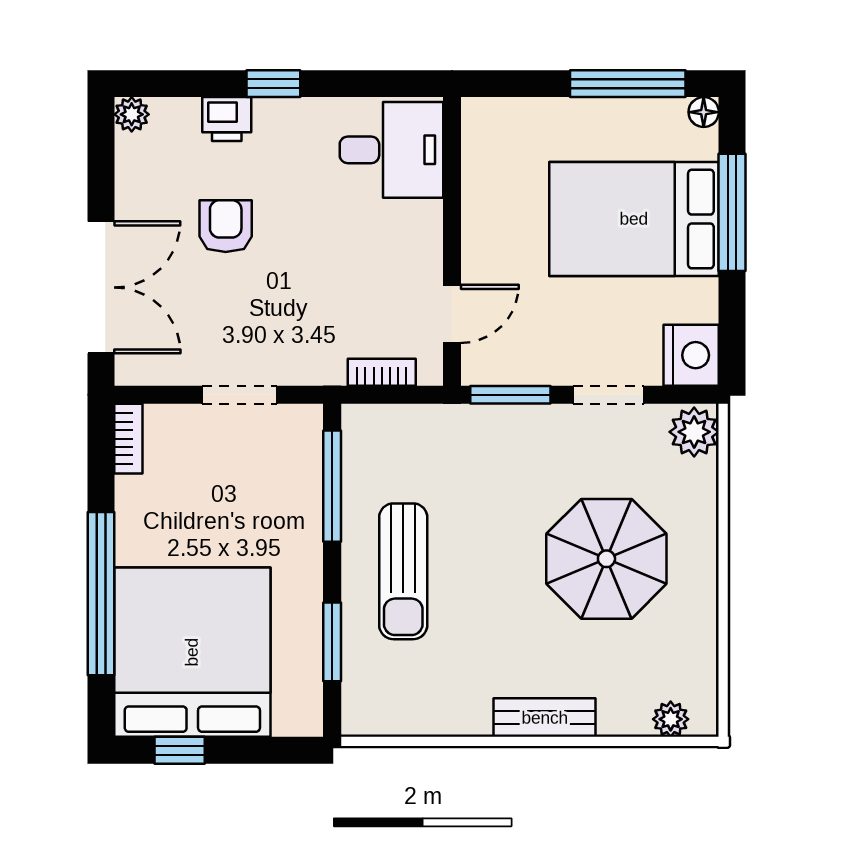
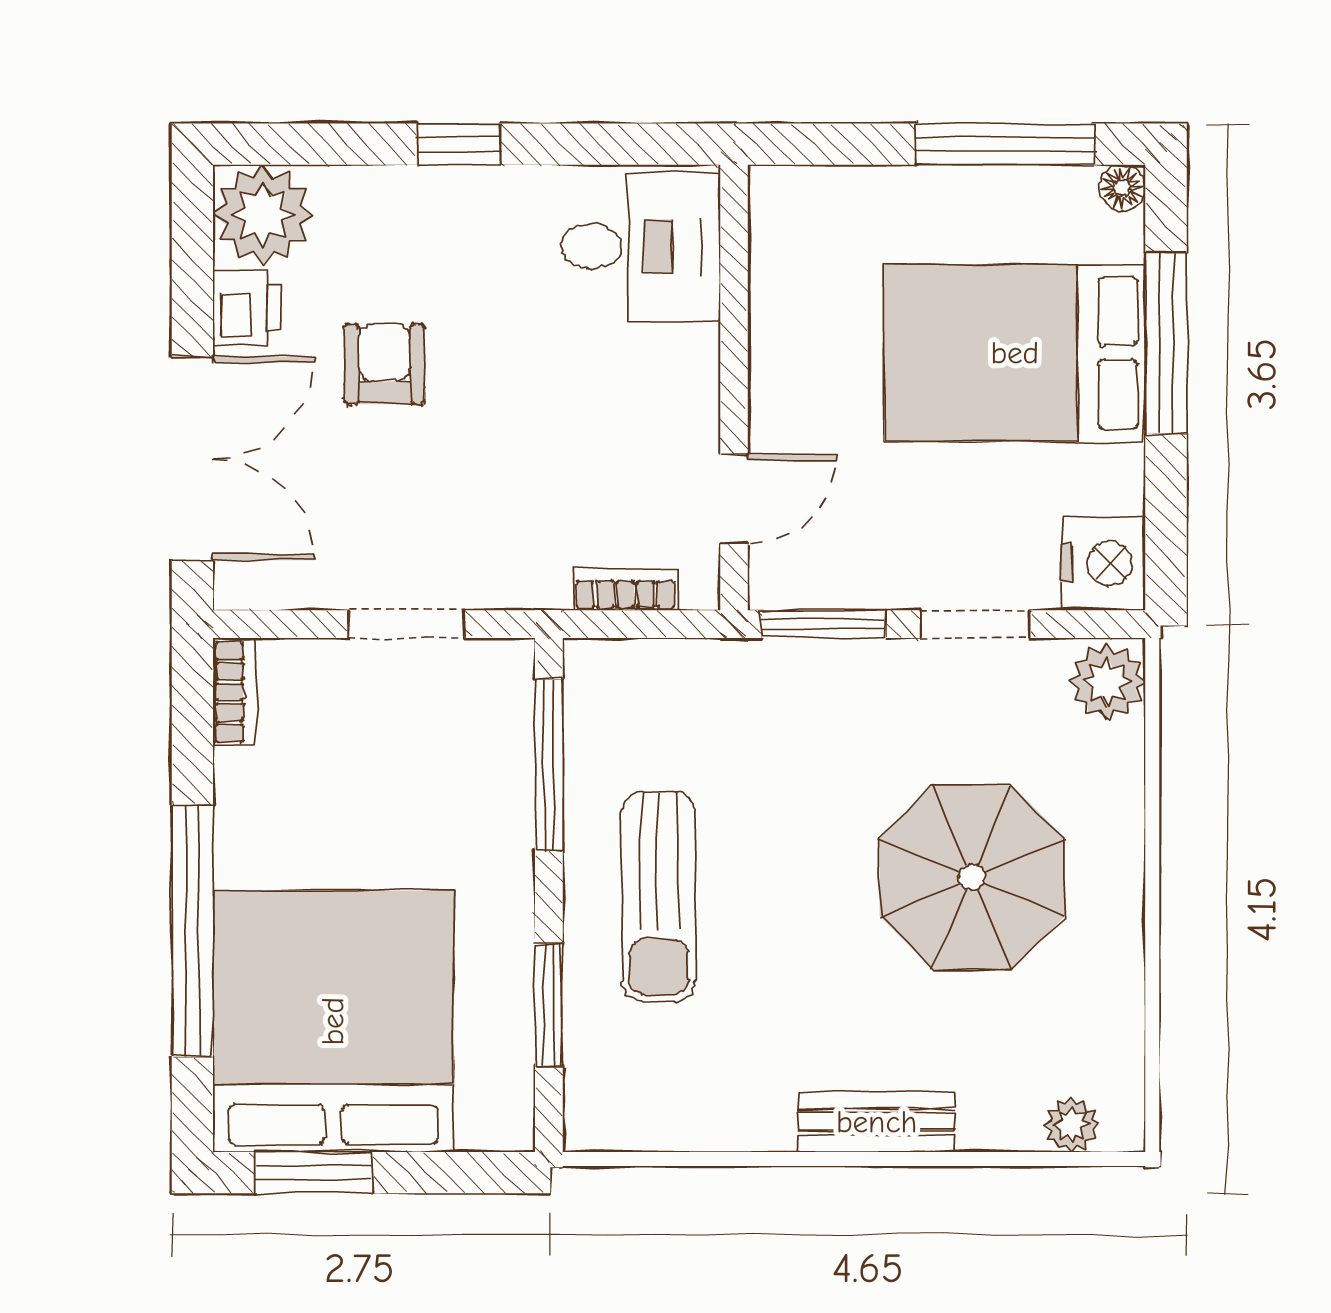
plant: (132, 114) -> (263, 215), width x1.87, depth x1.87
printer: (227, 119) -> (247, 308), moved, turned -90
window: (180, 750) -> (314, 1173), width x1.50

